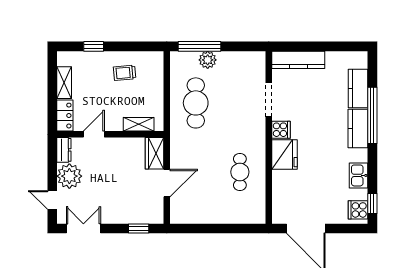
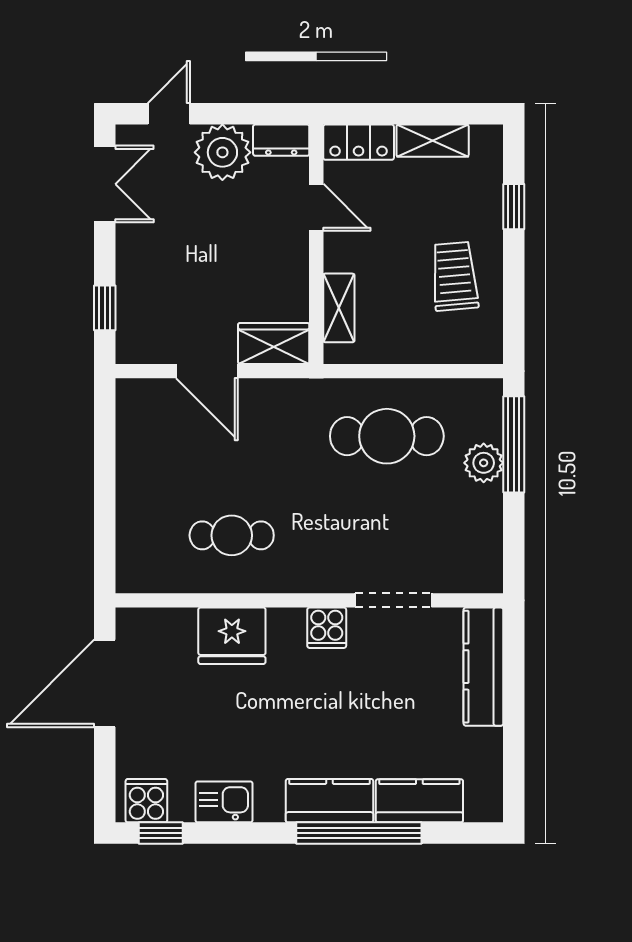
trolley: (125, 73) -> (454, 276), width x1.36, depth x1.39
fridge: (285, 154) -> (232, 636), moved

